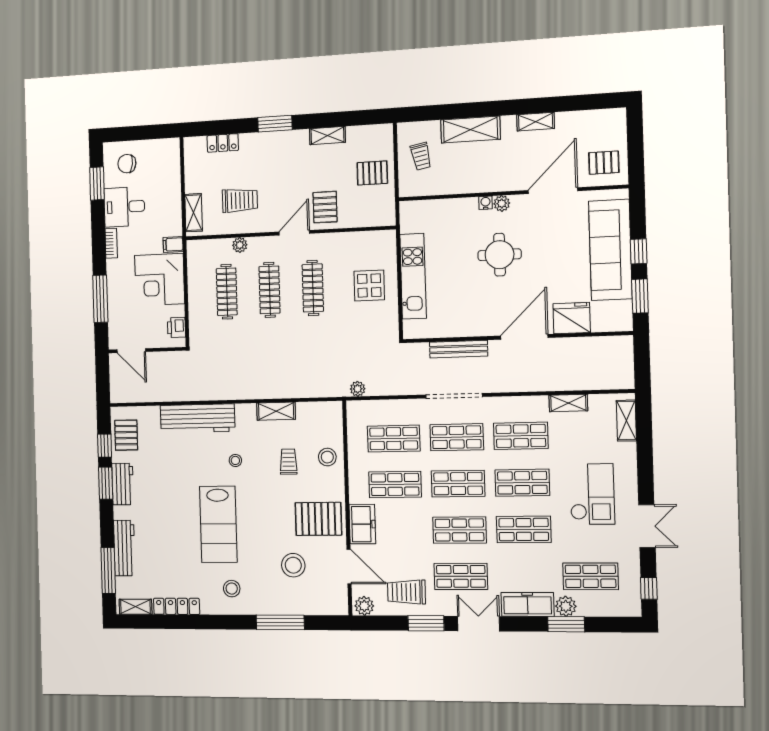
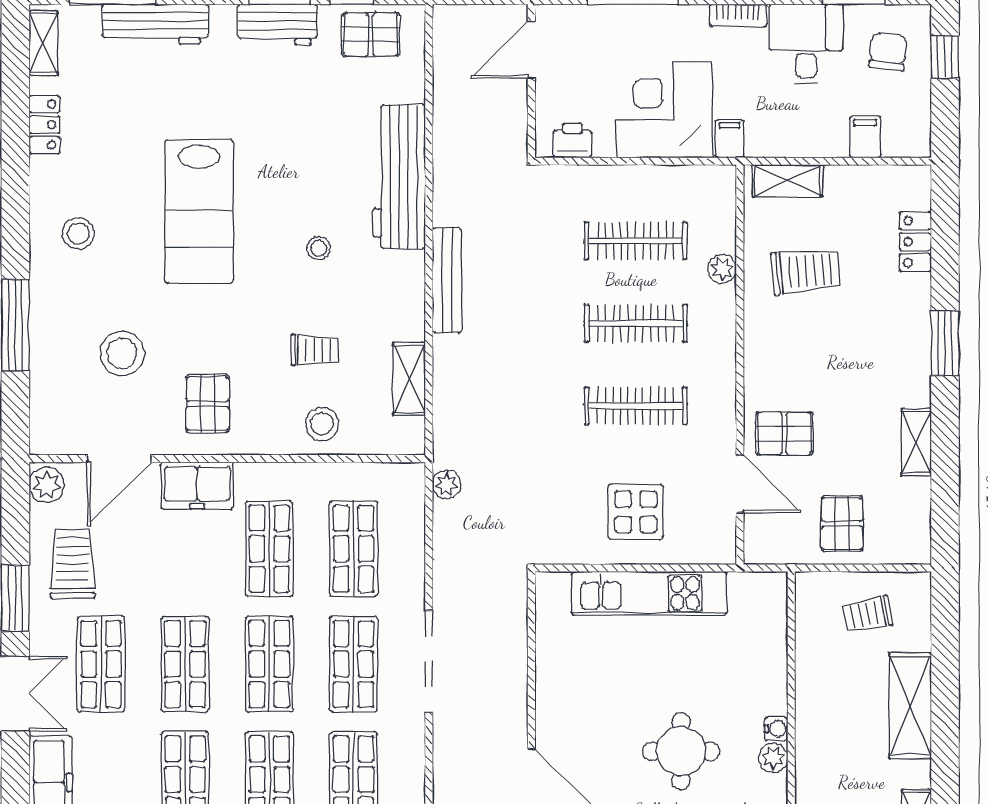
window: (129, 134) -> (945, 57), added
filing cabinet: (170, 173) -> (865, 137), added
trolley: (240, 200) -> (806, 271), turned -95
door: (294, 233) -> (740, 484), moved
bench: (459, 349) -> (447, 280), moved
shelving: (276, 411) -> (409, 379), moved
pallet: (318, 519) -> (208, 404), width x0.67, depth x0.71
lab bench: (218, 524) -> (199, 211), turned -90
locker: (177, 606) -> (44, 125), width x0.66

